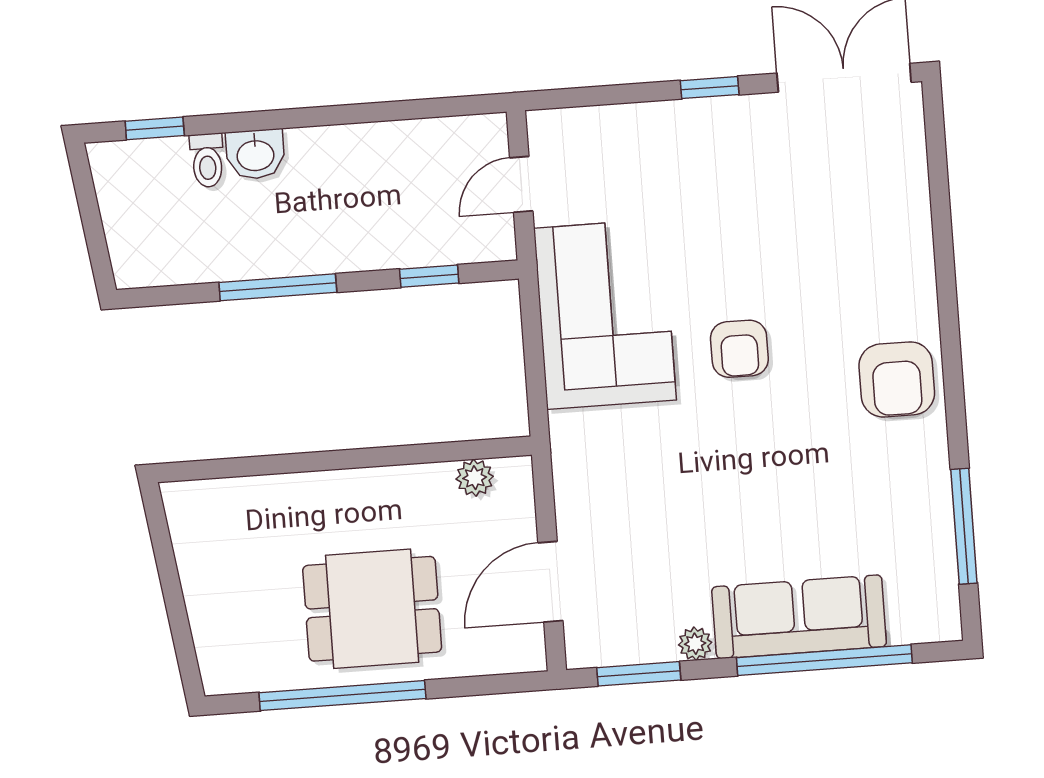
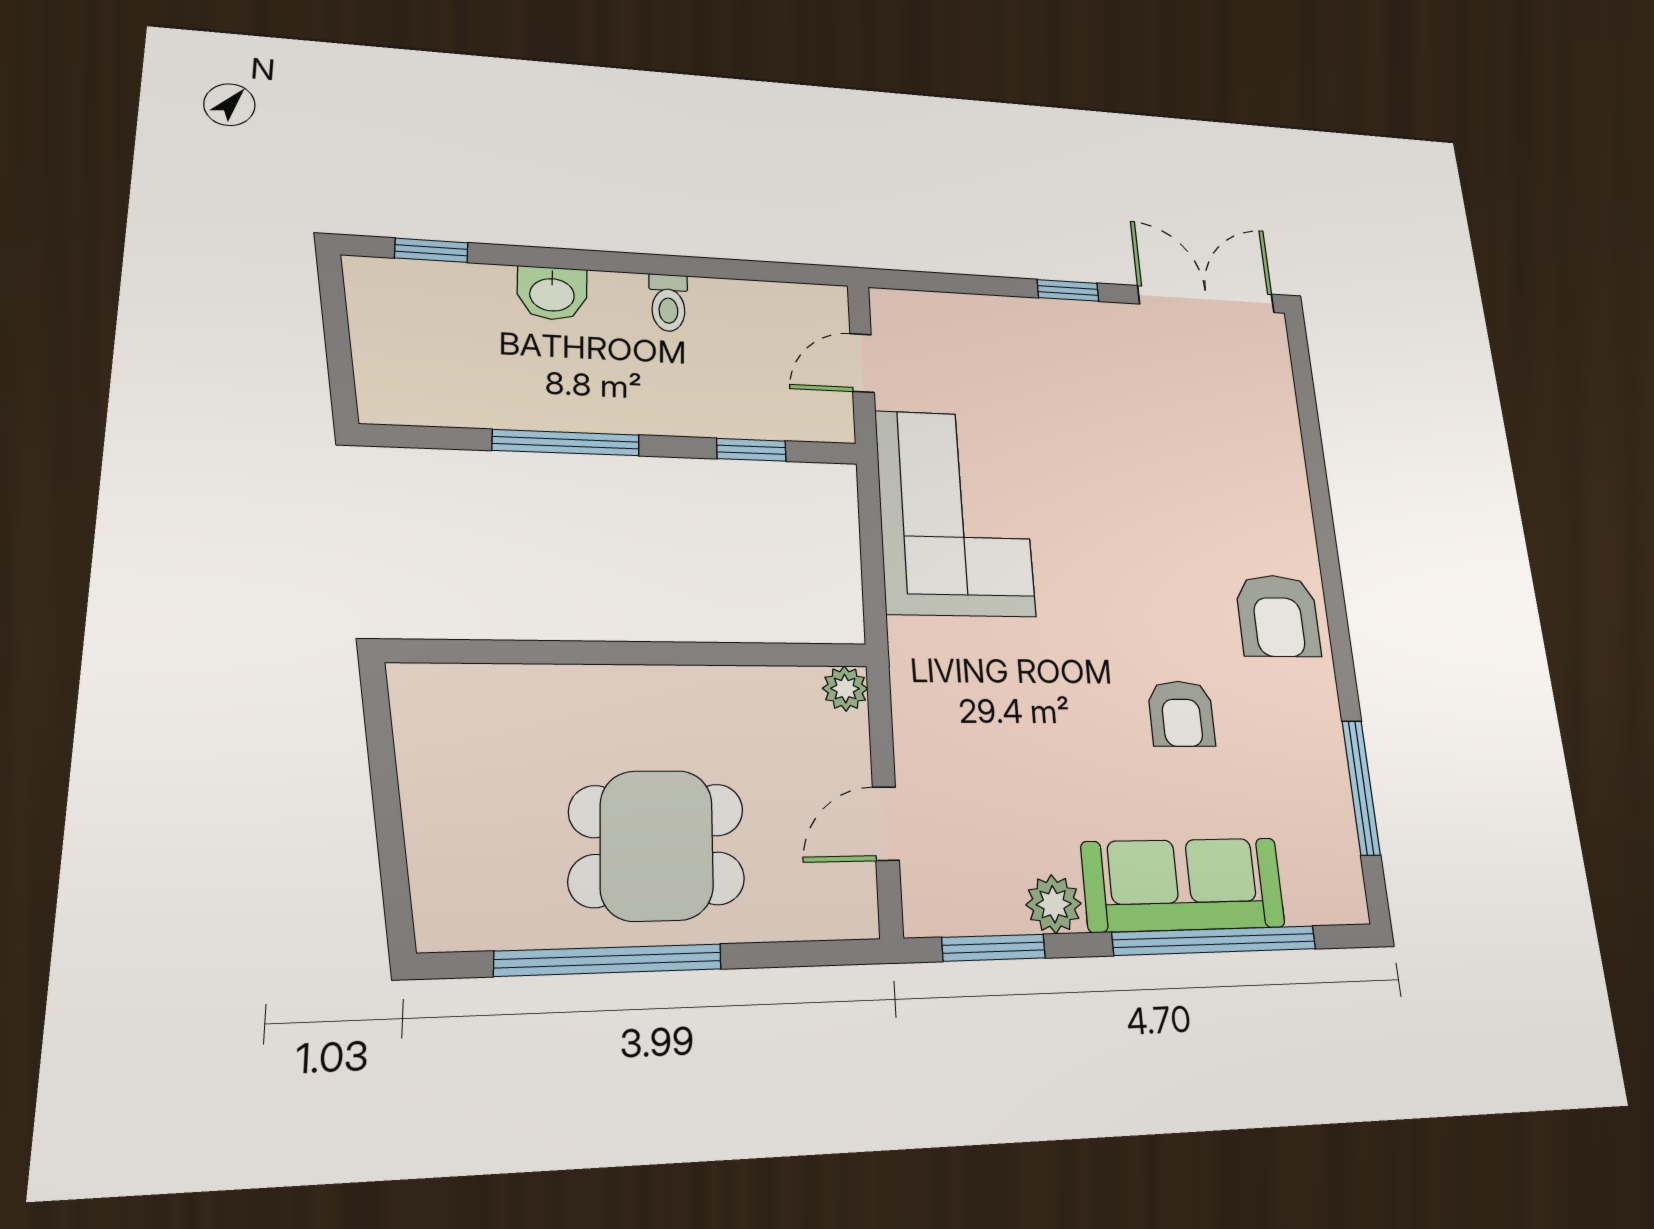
toilet: (207, 160) -> (668, 303), moved
armchair: (739, 349) -> (1181, 714), moved
plant: (475, 478) -> (845, 689), moved
door: (550, 582) -> (886, 824), width x0.73
plant: (695, 644) -> (1054, 904), width x1.38, depth x1.38

